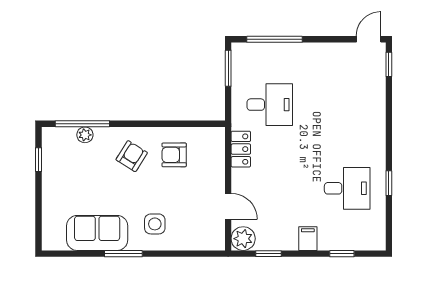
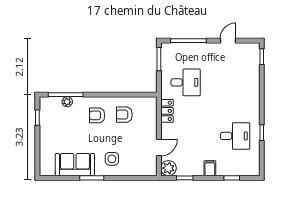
door: (369, 39) -> (228, 41), moved
armchair: (132, 156) -> (97, 115), turned -122
door: (228, 206) -> (159, 148), hinge flipped

